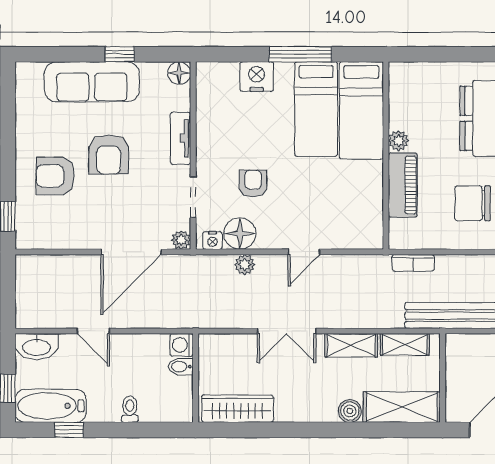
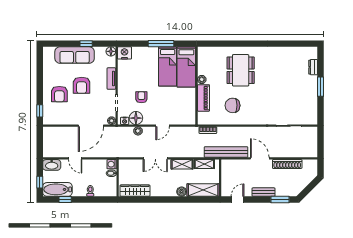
nightstand: (257, 77) -> (124, 53), moved
armchair: (55, 176) -> (59, 94), turned -90

